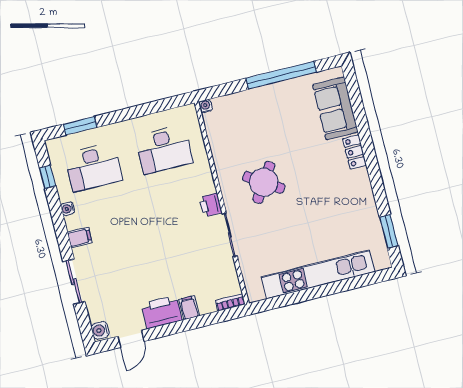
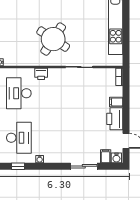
desk: (164, 149) -> (19, 93), turned 180
round table: (264, 182) -> (53, 39), width x1.36, depth x1.36
printer: (211, 205) -> (41, 74), moved
filing cabinet: (80, 237) -> (106, 156), moved

